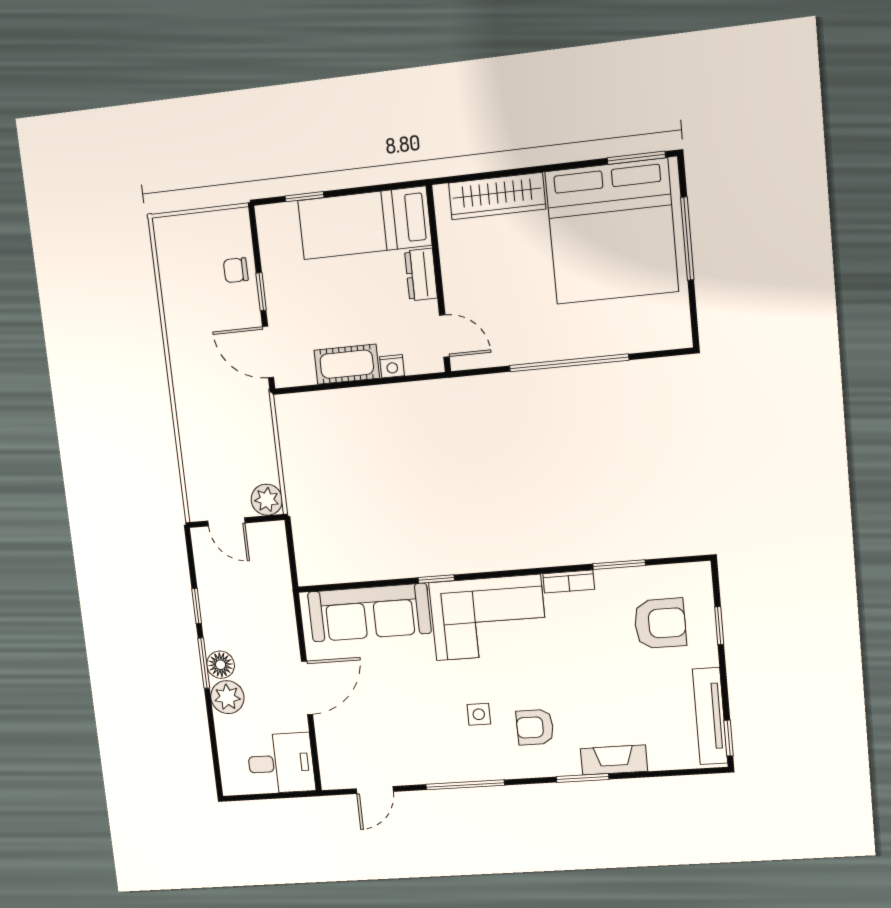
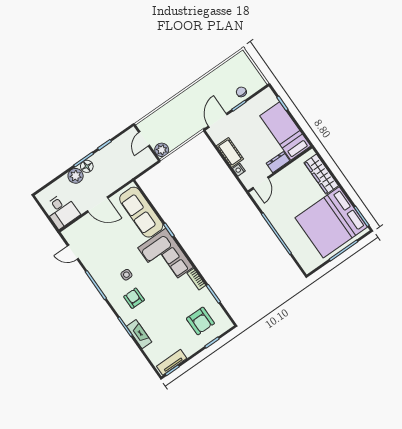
tv unit: (710, 716) -> (172, 362), width x0.71

